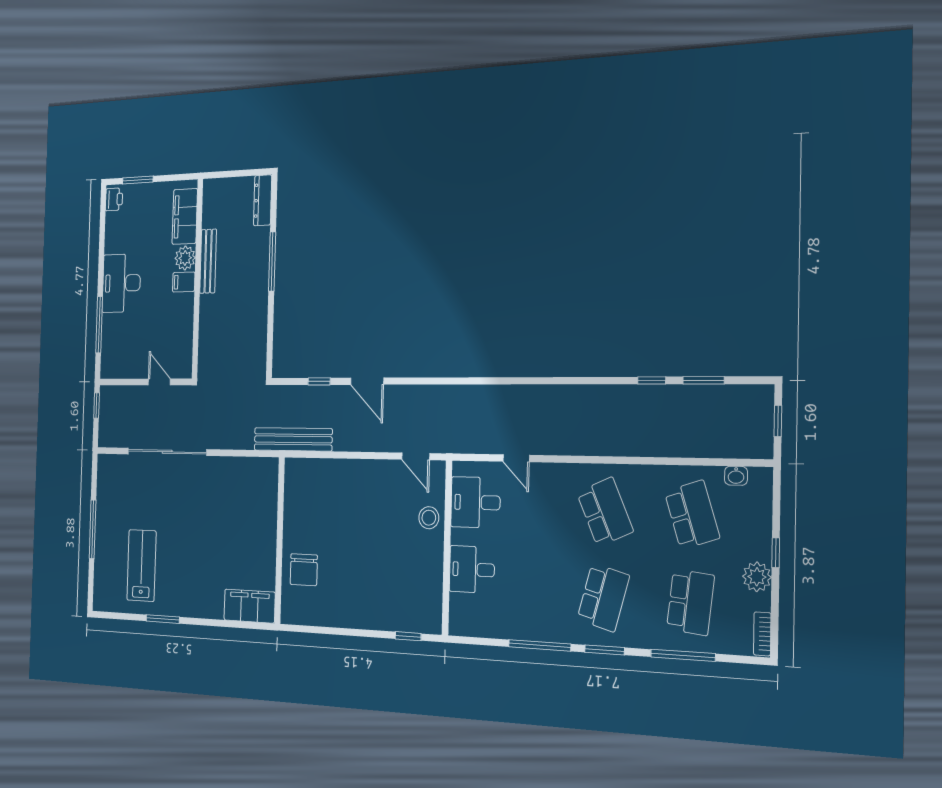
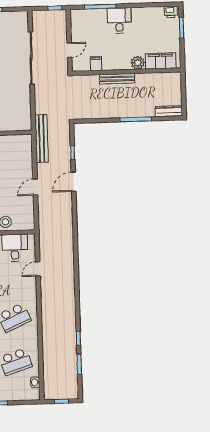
bench: (208, 261) -> (117, 79), moved
filing cabinet: (184, 282) -> (96, 64), moved
desk: (121, 283) -> (119, 20), width x0.73
door: (416, 456) -> (35, 187), moved

